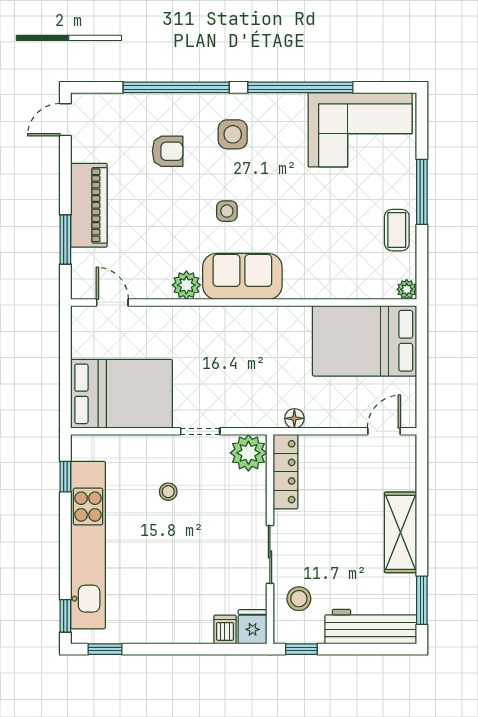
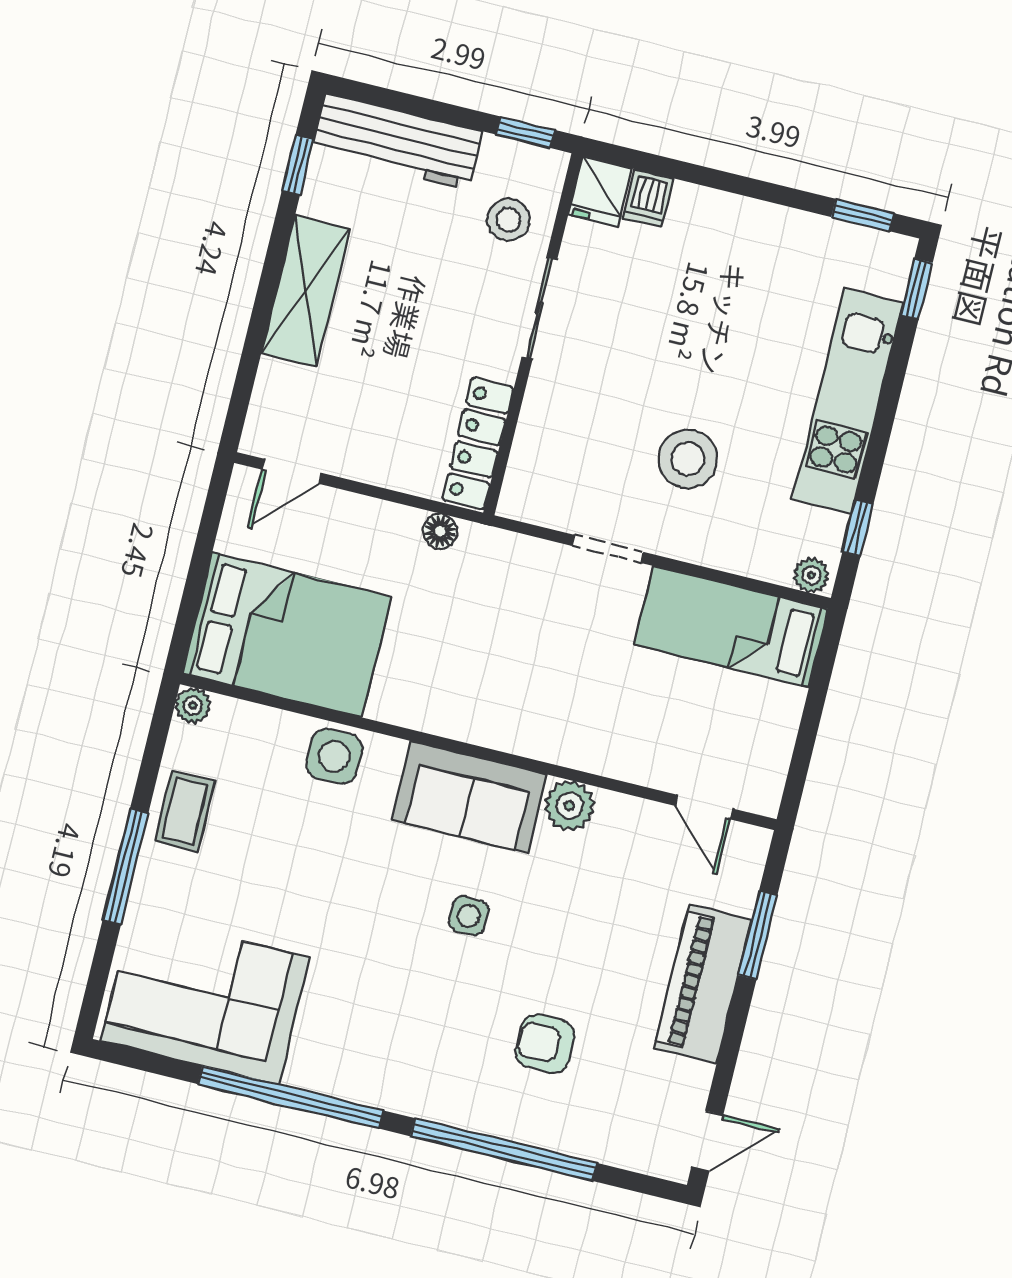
side table: (233, 134) -> (334, 756), moved
bed: (122, 394) -> (731, 627), width x0.67
plant: (248, 453) -> (811, 575), moved, width x0.53, depth x0.53
stool: (168, 492) -> (688, 459), width x1.89, depth x1.89
kitchen unit: (88, 545) -> (848, 401), width x0.73
window: (422, 600) -> (298, 165), width x0.67

